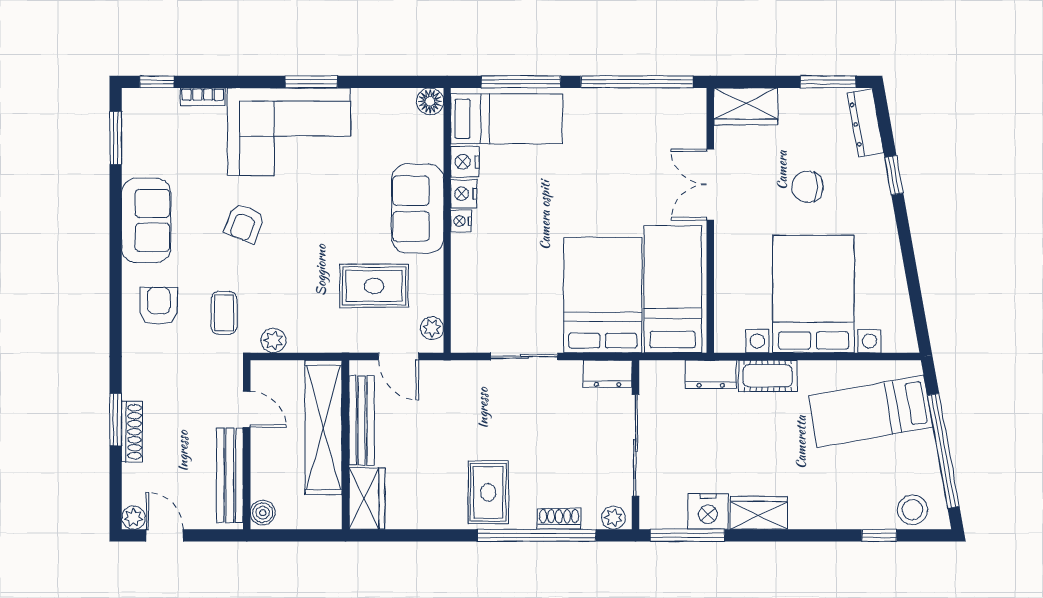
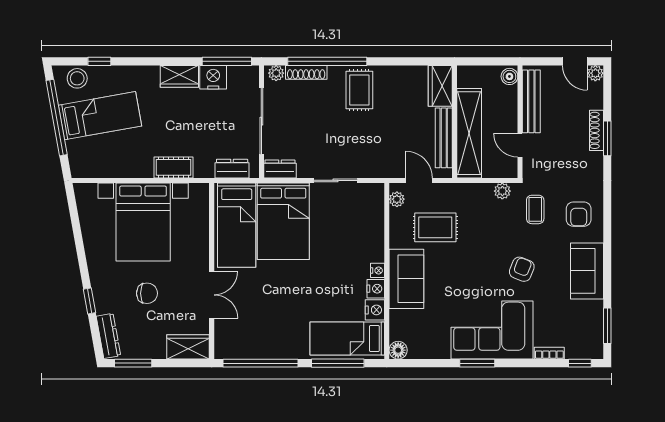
dresser: (711, 374) -> (232, 169), moved
bed: (871, 411) -> (100, 116), moved
shoe rack: (559, 519) -> (306, 72), width x1.43

